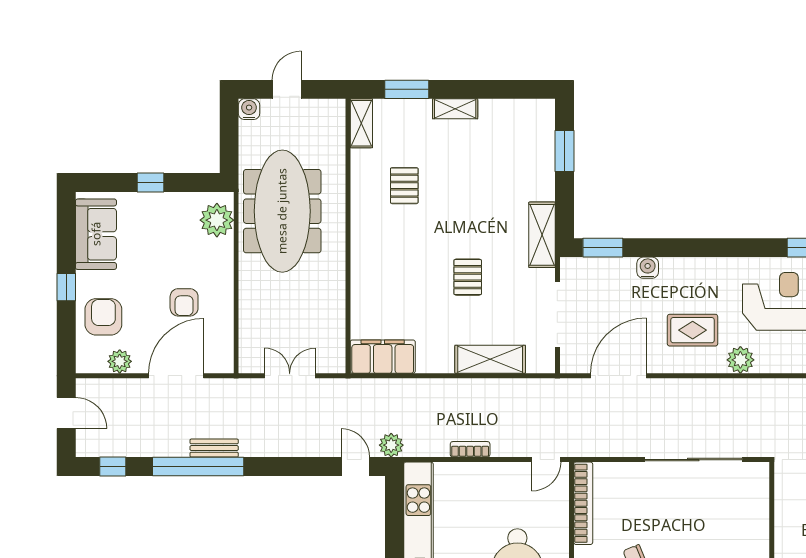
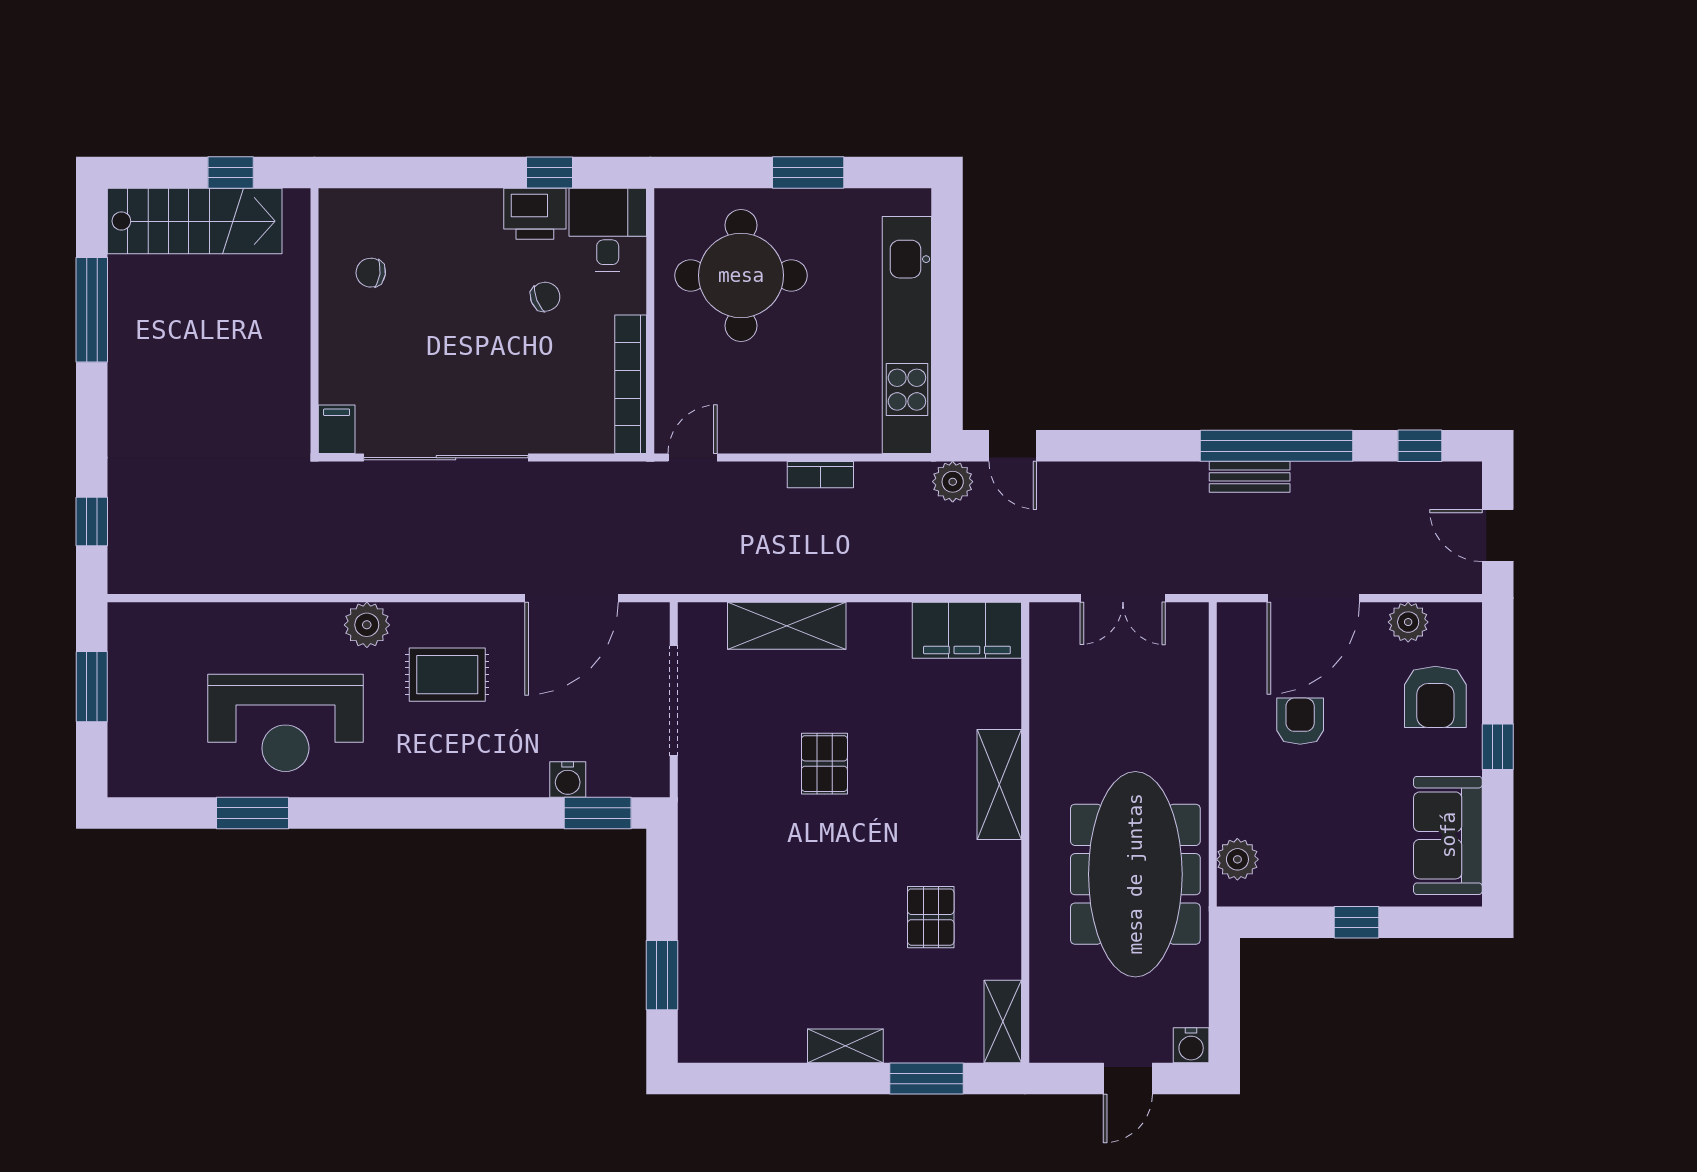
plant: (217, 220) -> (1237, 859), width x0.73, depth x0.73
shelving: (542, 235) -> (999, 784), moved
water cooler: (648, 268) -> (568, 779), moved
filing cabinet: (758, 476) -> (337, 429), added

